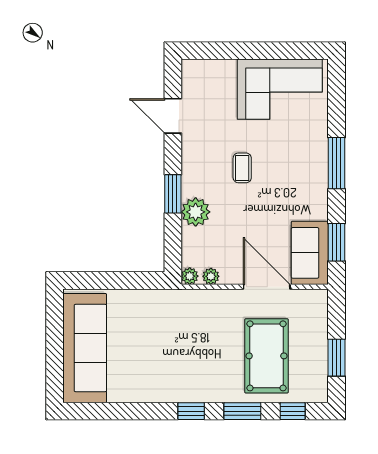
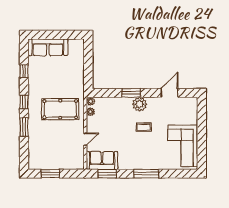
plant: (196, 212) -> (140, 104), moved
door: (267, 287) -> (85, 139), width x0.53
sofa: (85, 348) -> (48, 47), width x0.74, depth x0.79
pool table: (266, 356) -> (60, 109), moved
window: (293, 411) -> (24, 71), moved

